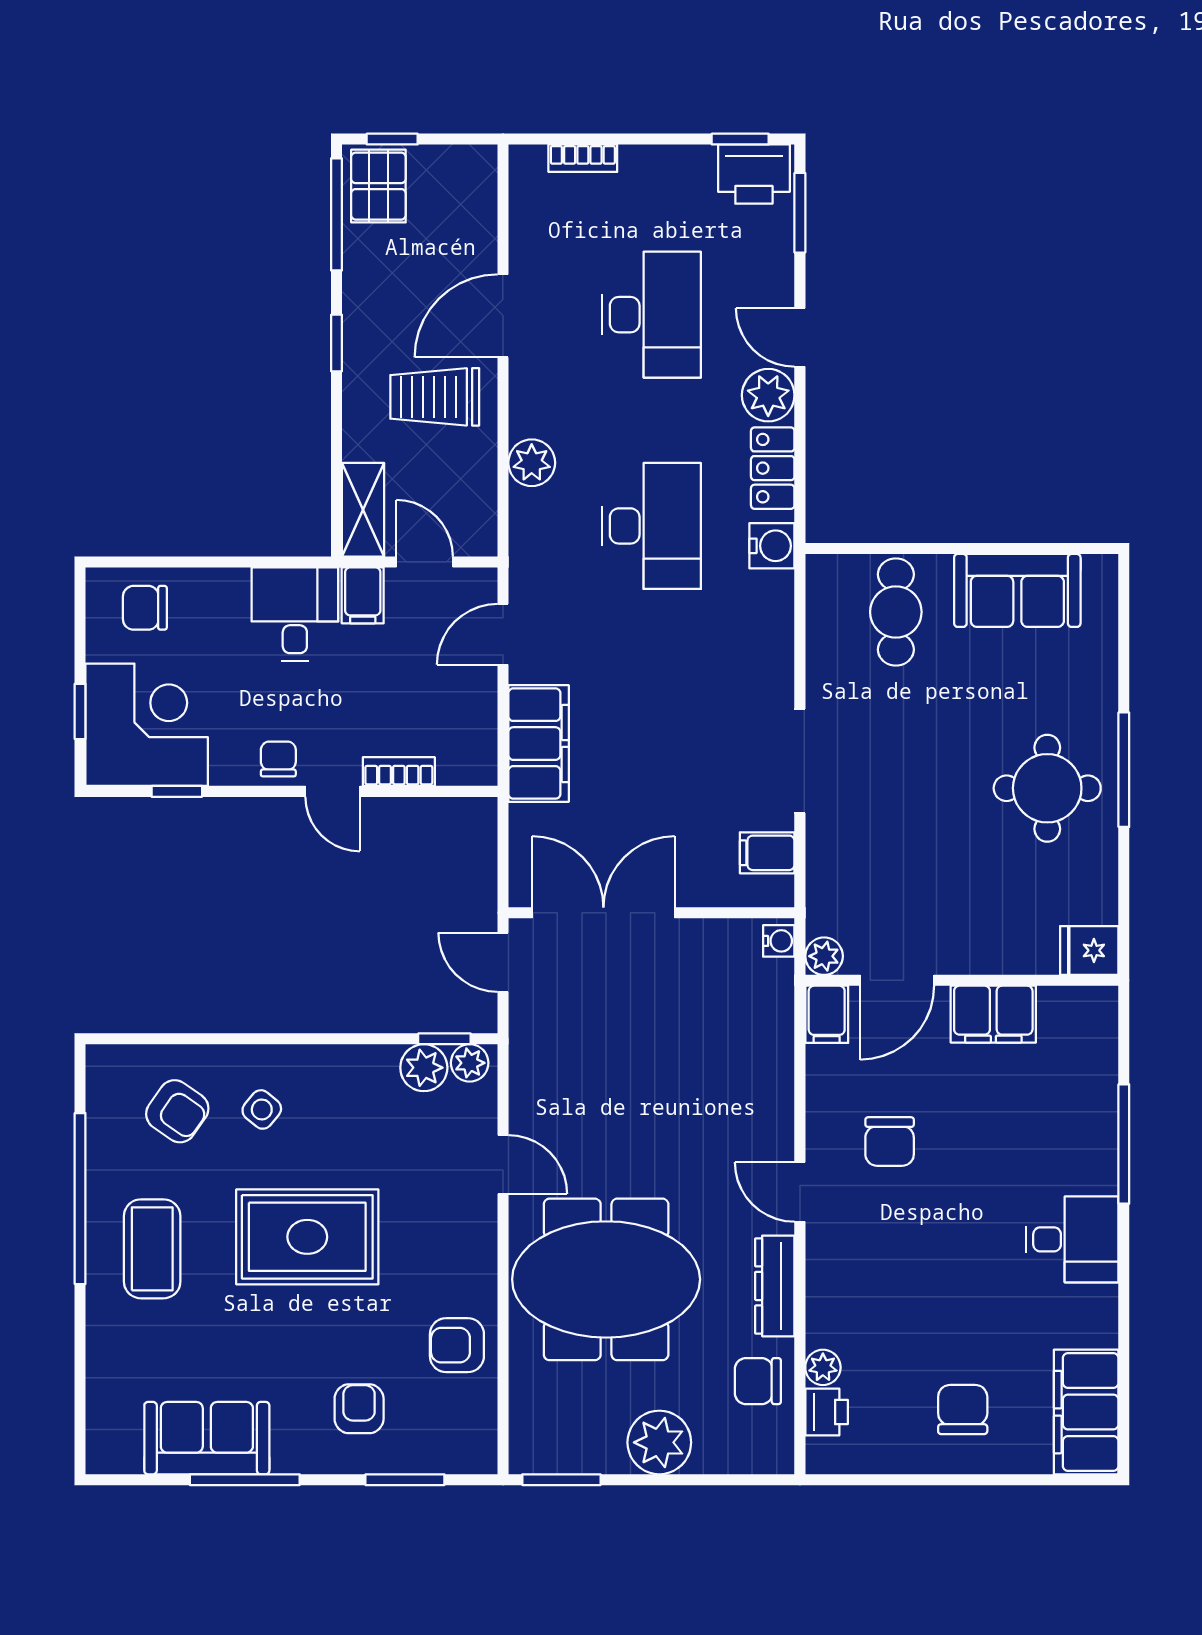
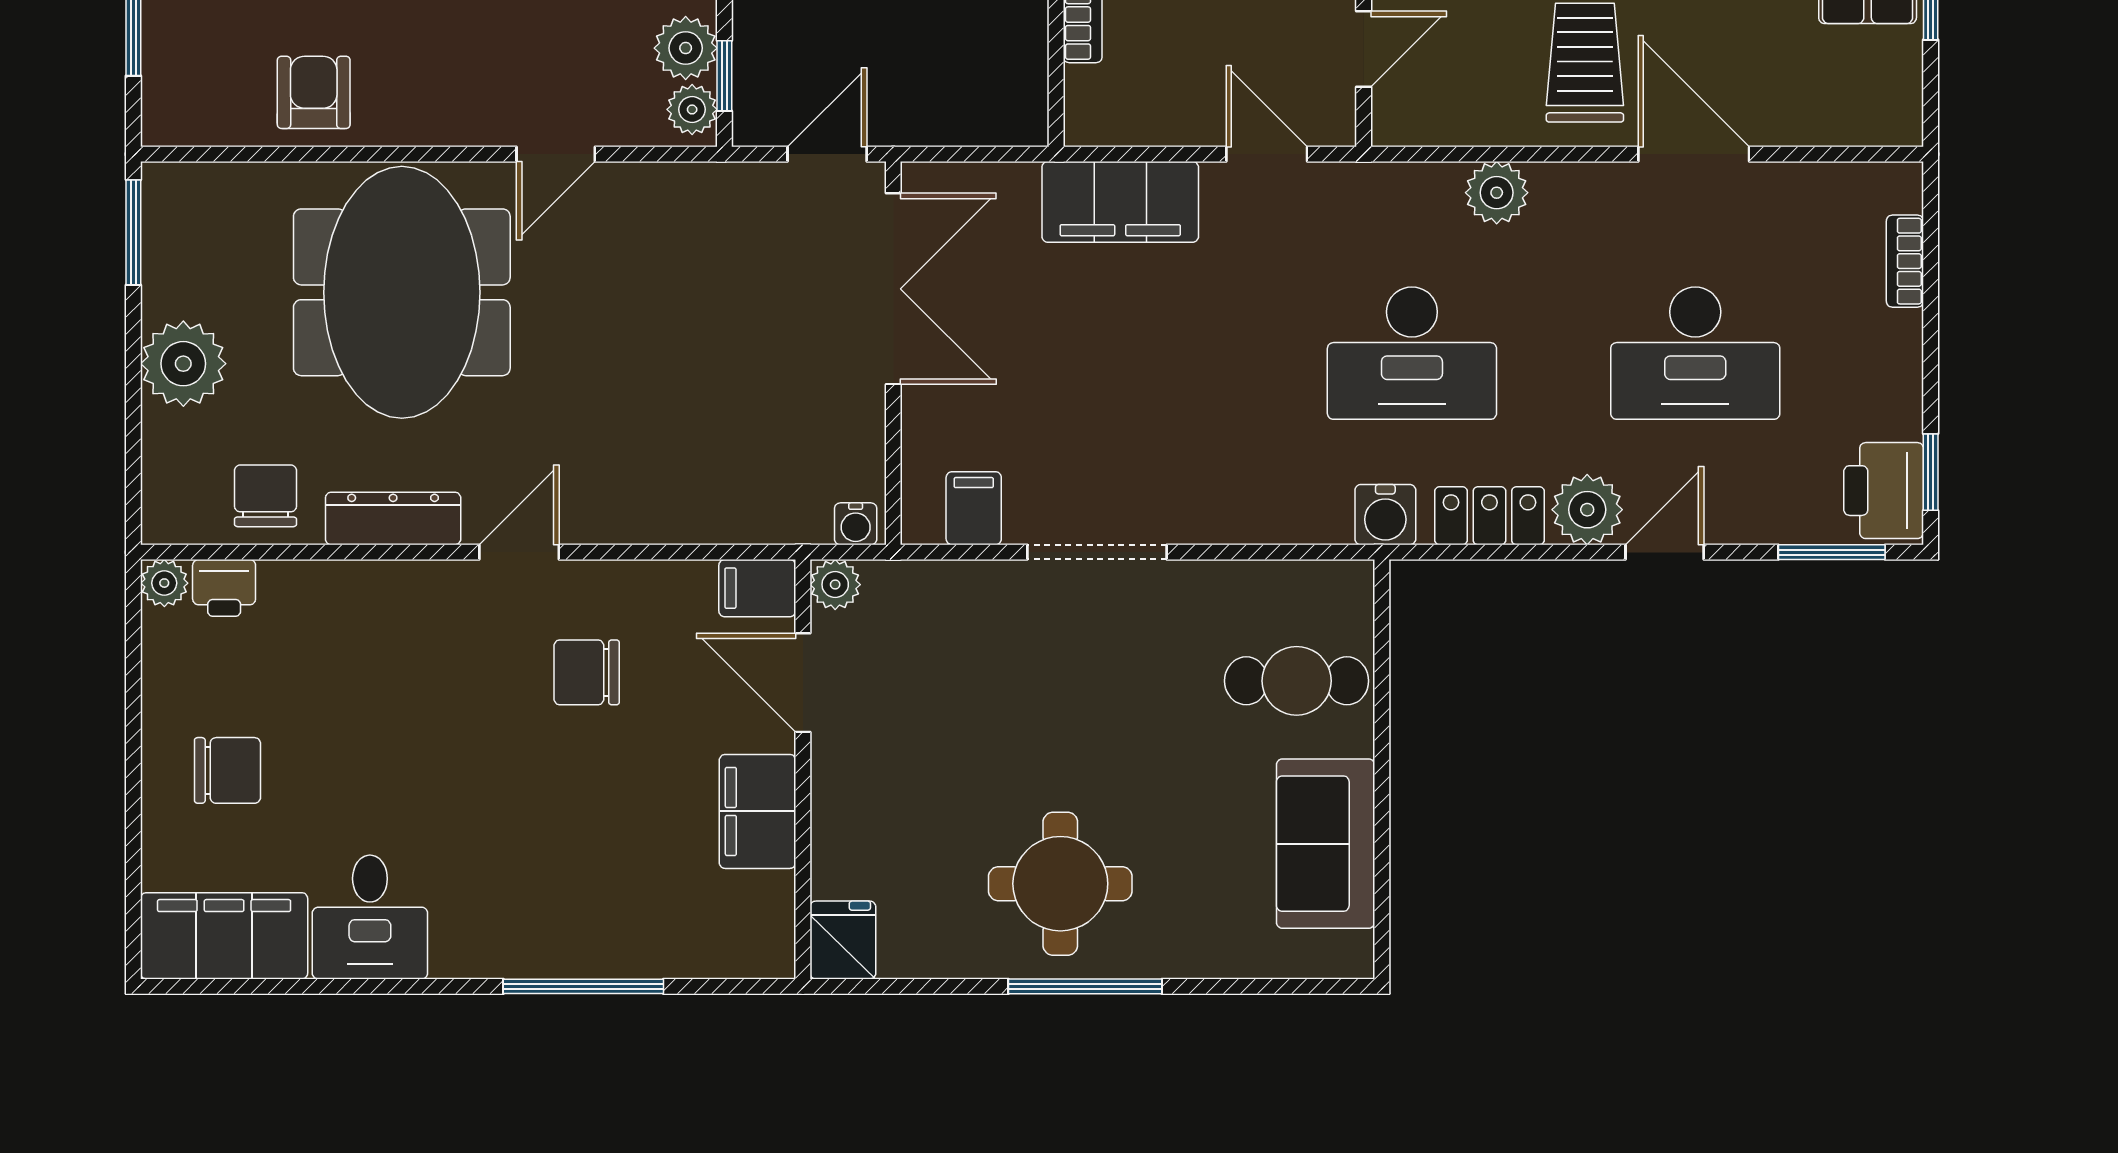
desk: (1072, 1239) -> (370, 917), moved
plant: (823, 1367) -> (164, 583), moved

